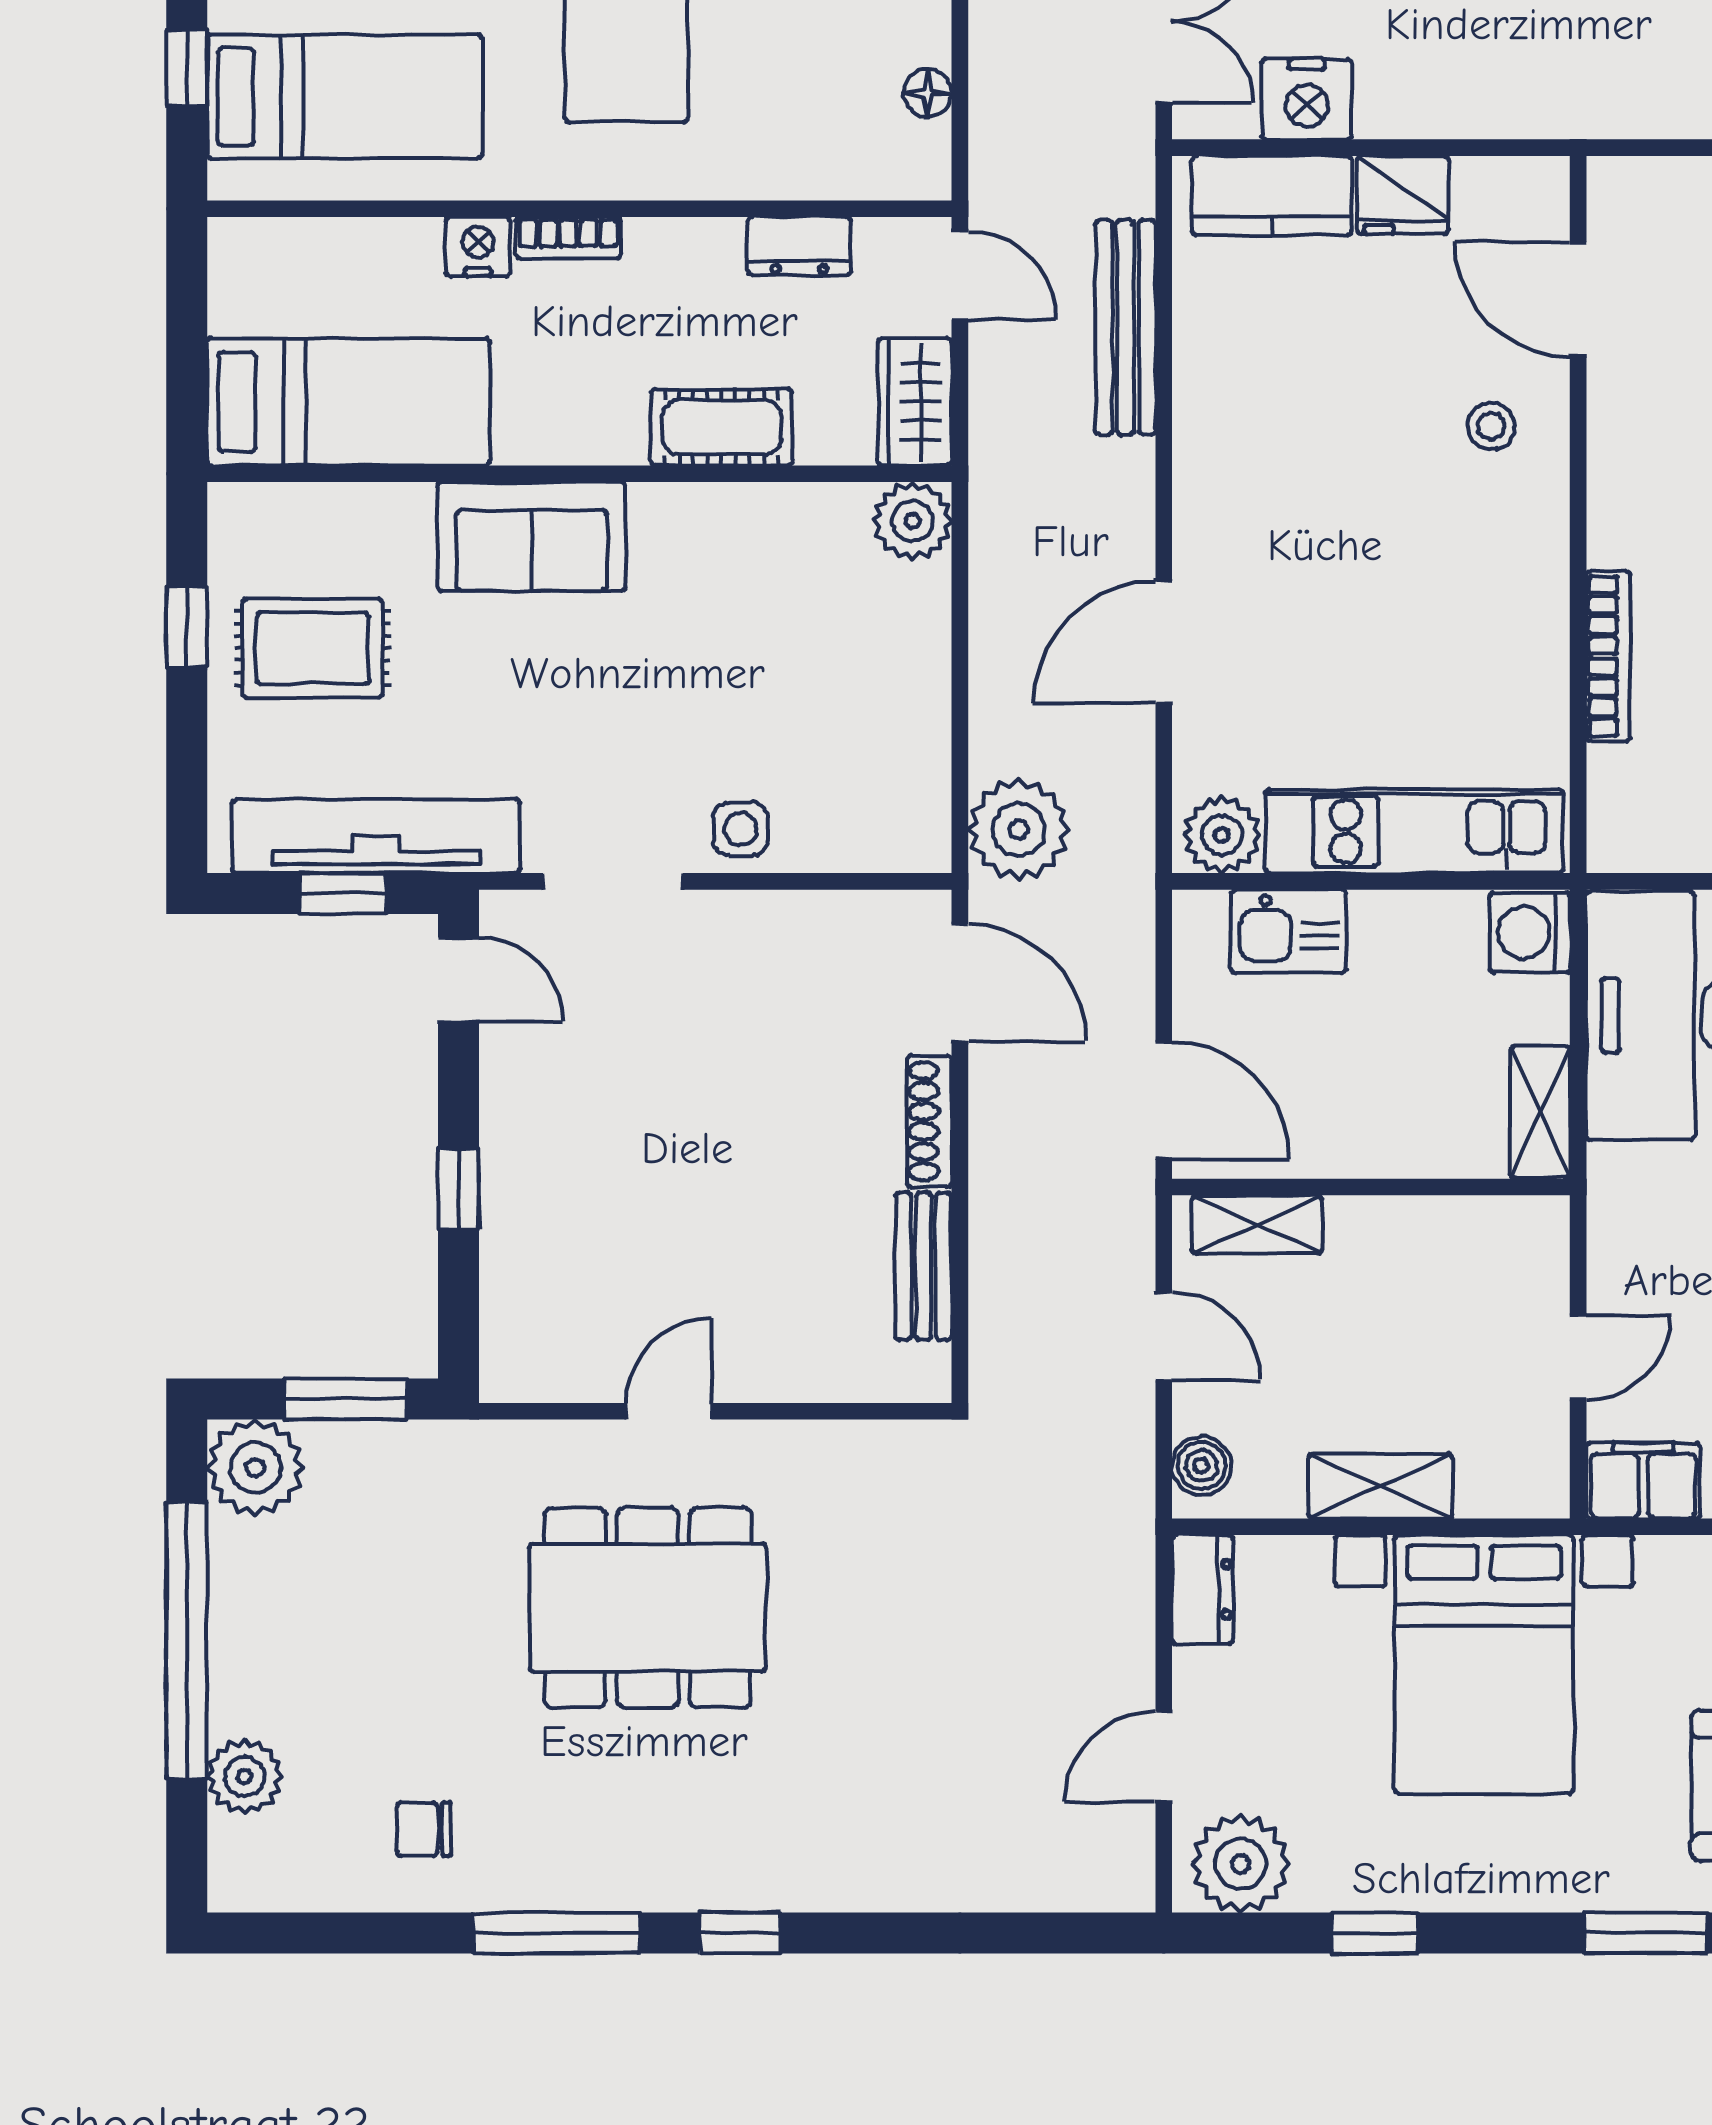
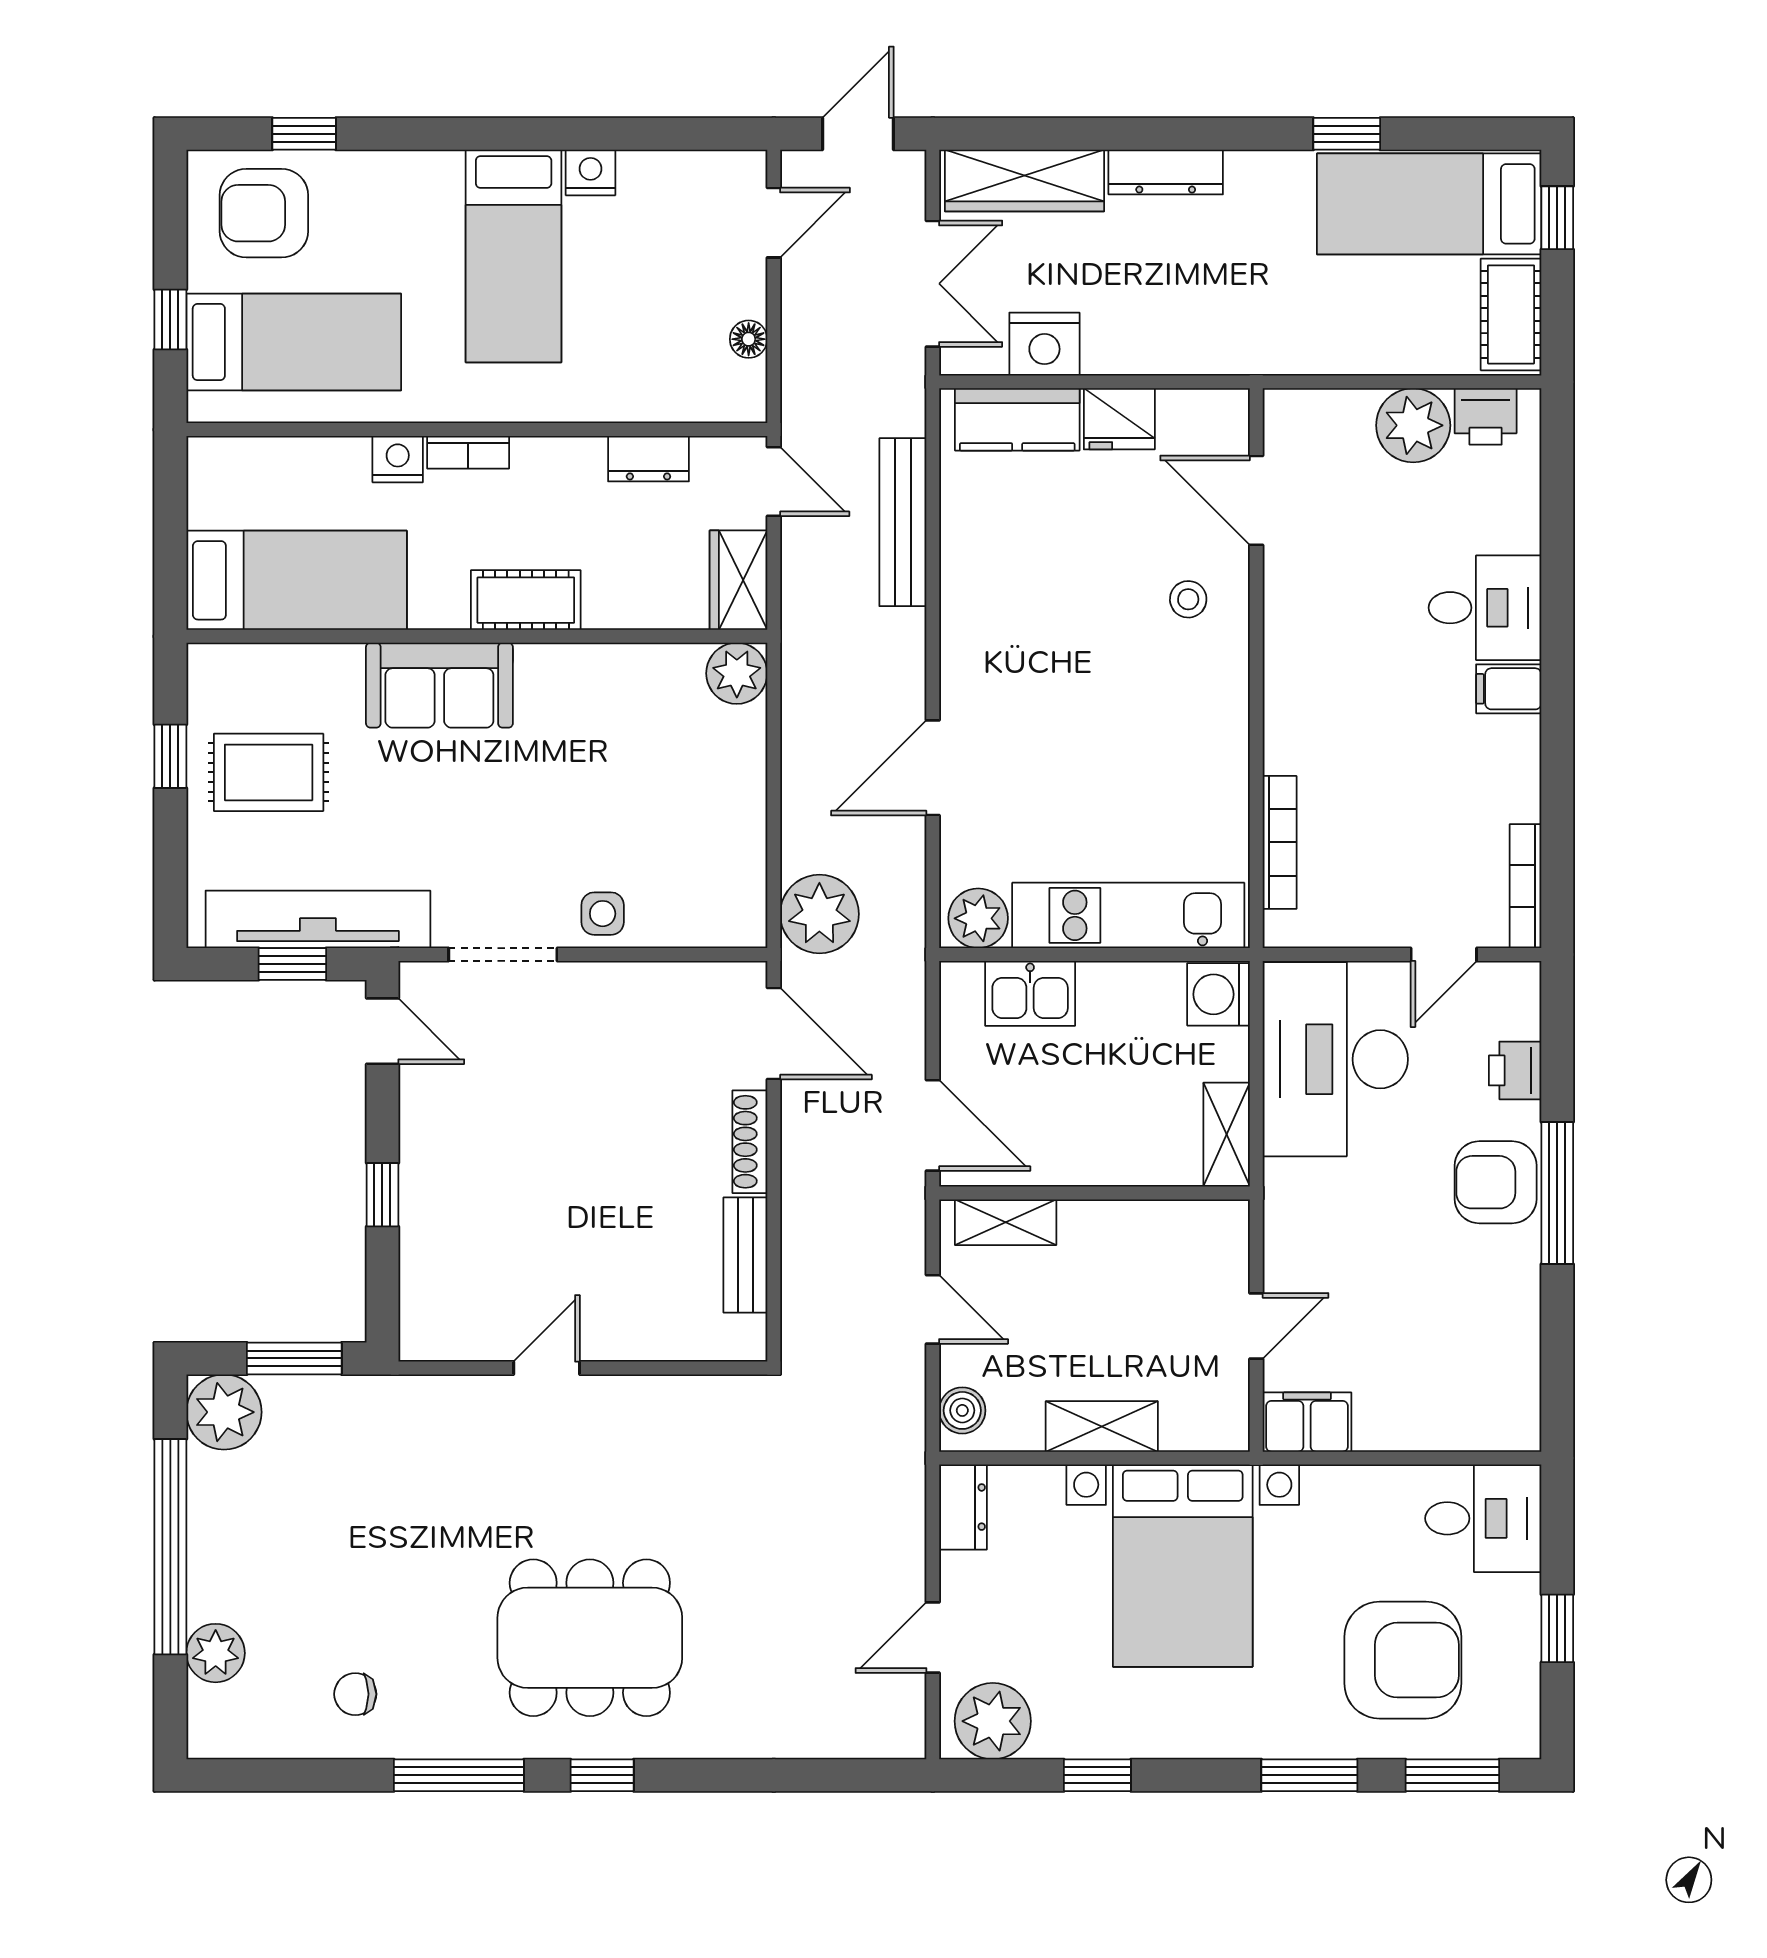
cot: (722, 427) -> (526, 600), moved
bookcase: (1608, 656) -> (1280, 842), moved
dining table: (648, 1608) -> (590, 1638), moved

